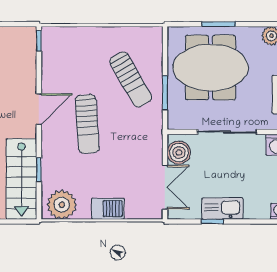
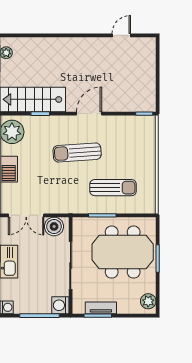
meeting table: (210, 68) -> (123, 252), turned 90
sun lounger: (131, 79) -> (113, 188), turned -150
door: (39, 109) -> (89, 114), swing flipped

